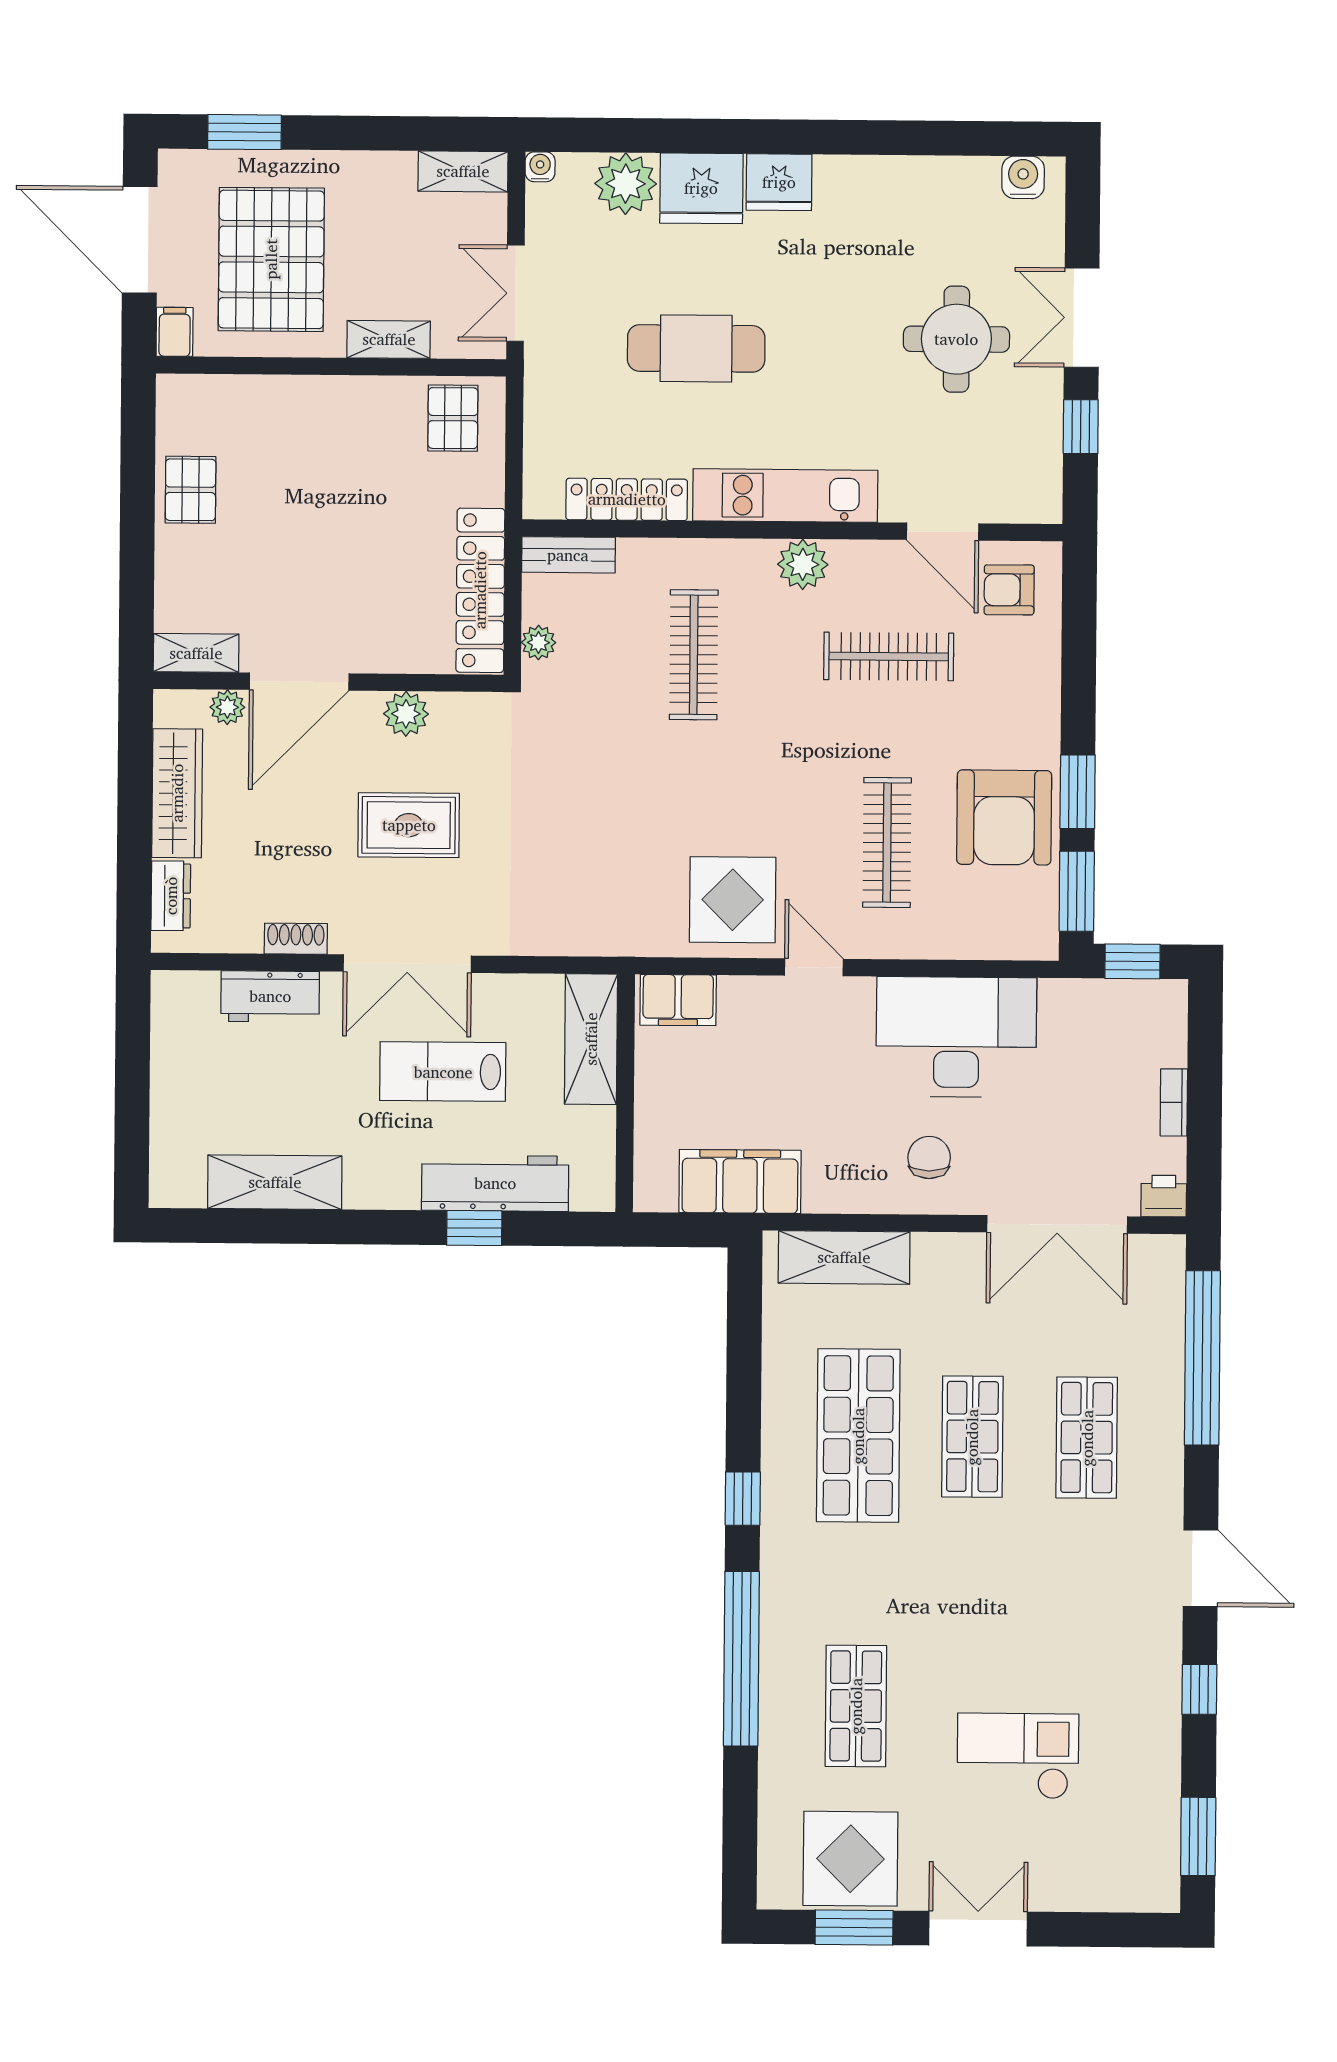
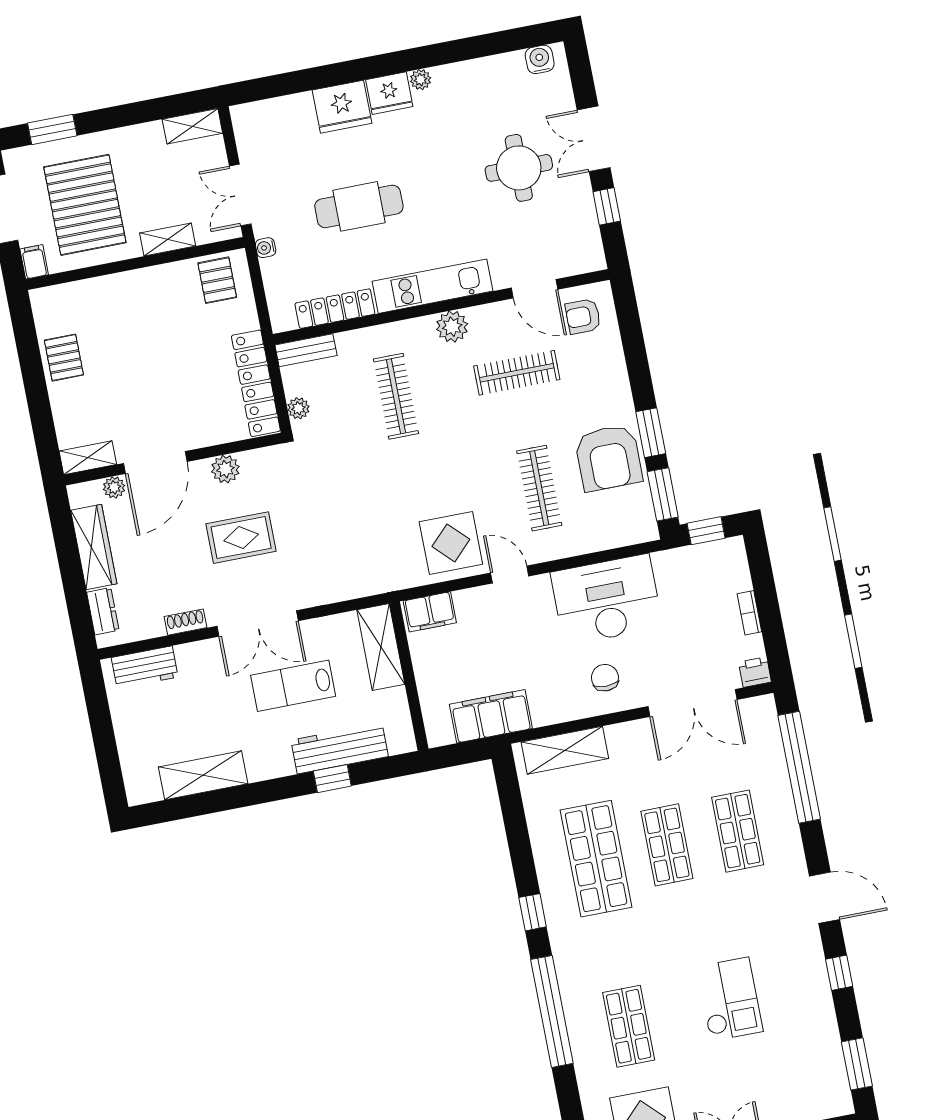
water cooler: (540, 167) -> (266, 248), moved, turned -90
plant: (626, 184) -> (421, 80), moved, width x0.53, depth x0.53
workbench: (270, 996) -> (145, 667), moved
checkout: (1018, 1756) -> (730, 999), moved, turned 90

